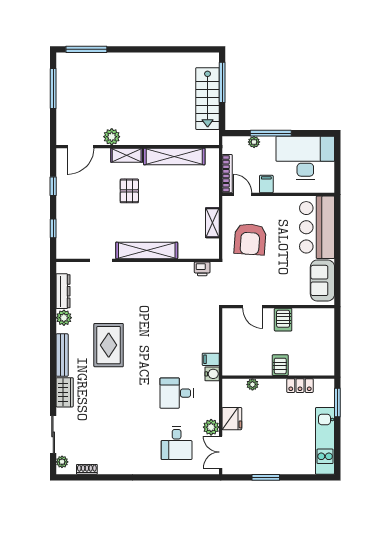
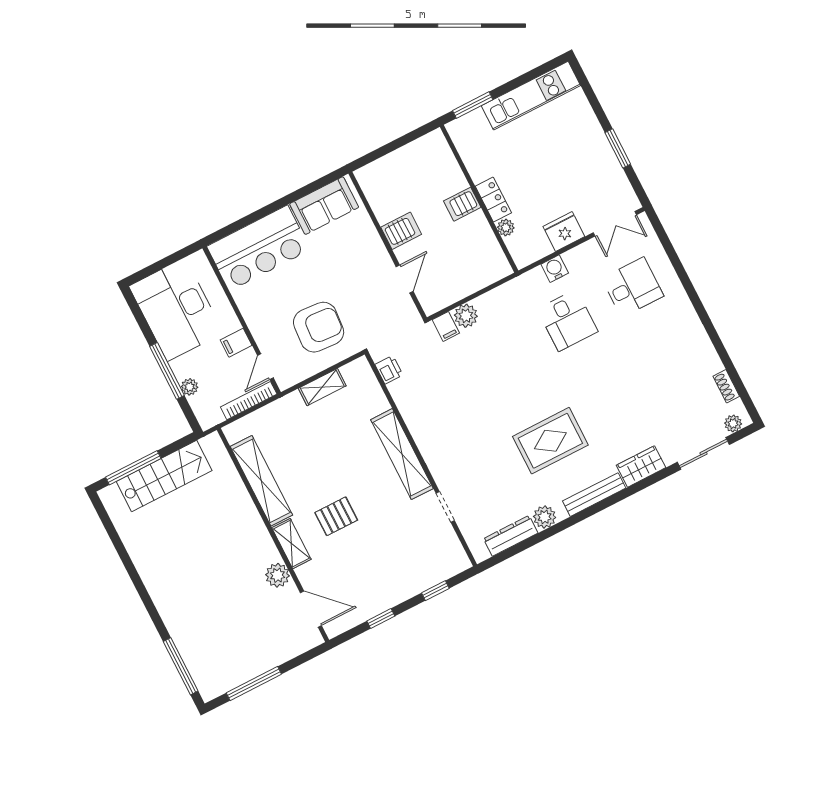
filing cabinet: (211, 359) -> (446, 326), moved
water cooler: (212, 374) -> (555, 269), moved
locker: (300, 386) -> (493, 200), moved
plant: (211, 427) -> (466, 316), moved

